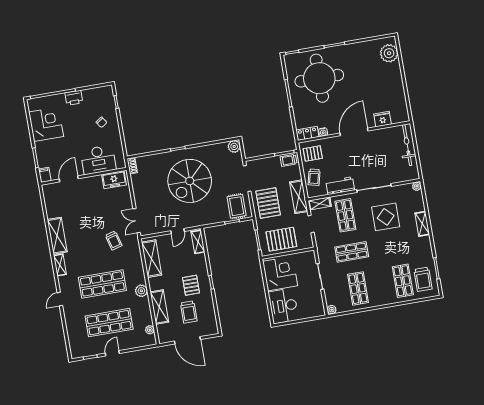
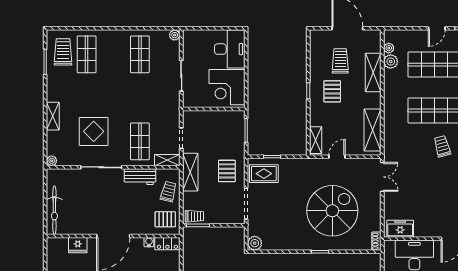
spiral stairs: (190, 181) -> (332, 211), moved
pallet: (268, 203) -> (227, 171), width x0.67, depth x0.71
rug: (237, 206) -> (264, 174), turned 90
pallet: (281, 239) -> (219, 127), removed
trolley: (114, 240) -> (442, 146), moved
shop shelf: (352, 252) -> (140, 98), removed
plant: (141, 291) -> (391, 61), moved

